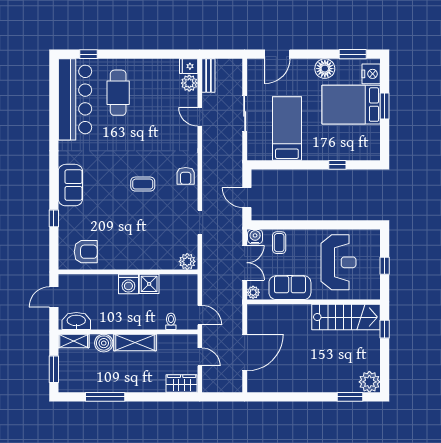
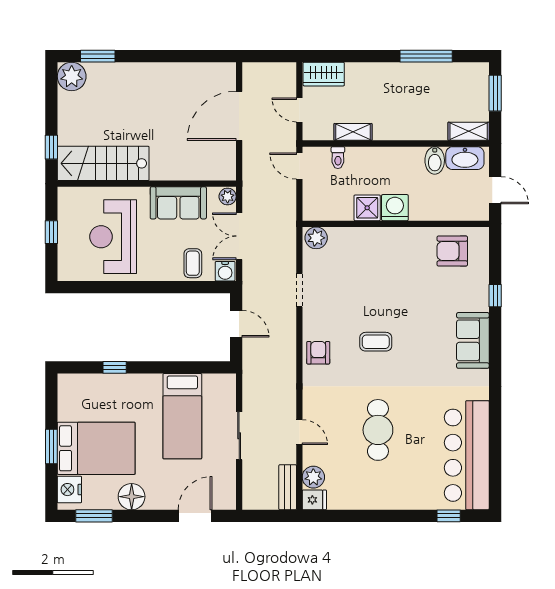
cafe table: (118, 93) -> (378, 430), moved
door: (54, 297) -> (495, 190), hinge flipped
bidet: (99, 319) -> (435, 160), added
boiler: (104, 343) -> (428, 128), removed
shelving: (135, 343) -> (353, 132), moved, width x0.67, depth x0.75

